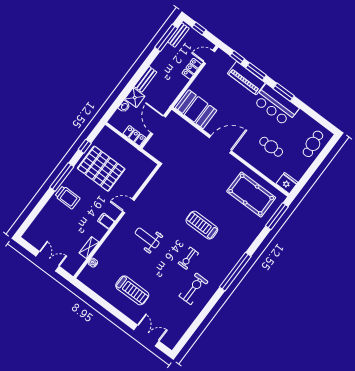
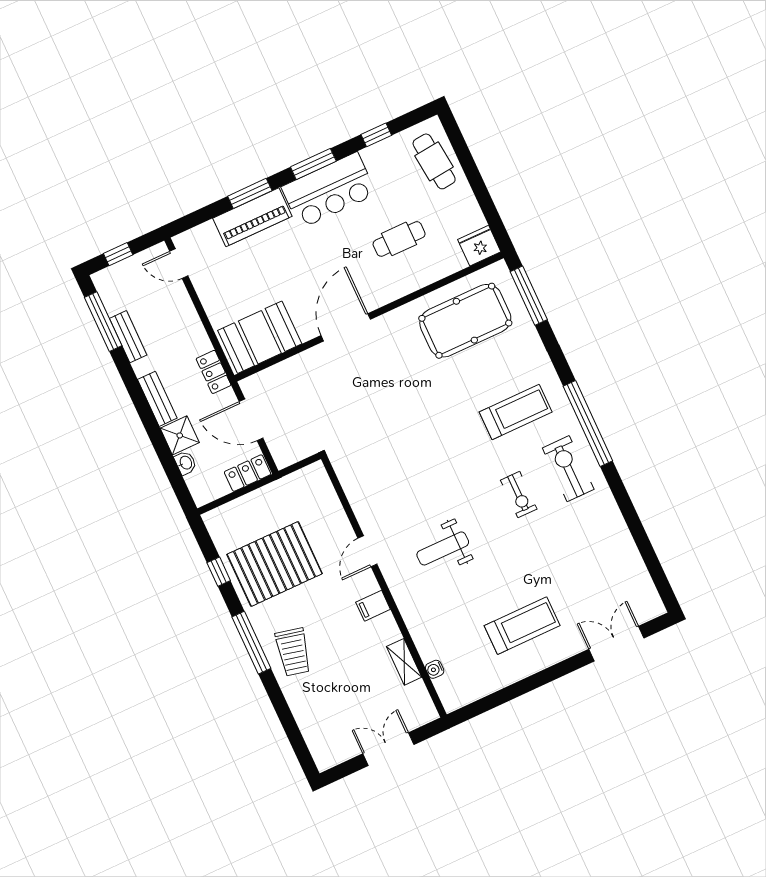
bench: (178, 35) -> (128, 337), moved
door: (209, 57) -> (179, 264), hinge flipped
window: (237, 57) -> (376, 135), moved
locker: (192, 69) -> (214, 372), moved
trolley: (67, 197) -> (293, 652), turned 103
treadmill: (202, 225) -> (516, 412), moved, turned 180
exercise bike: (193, 289) -> (568, 469), moved

